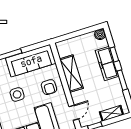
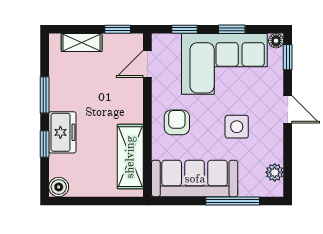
freezer: (107, 63) -> (62, 132), width x0.71
shelving: (71, 74) -> (130, 157), moved

